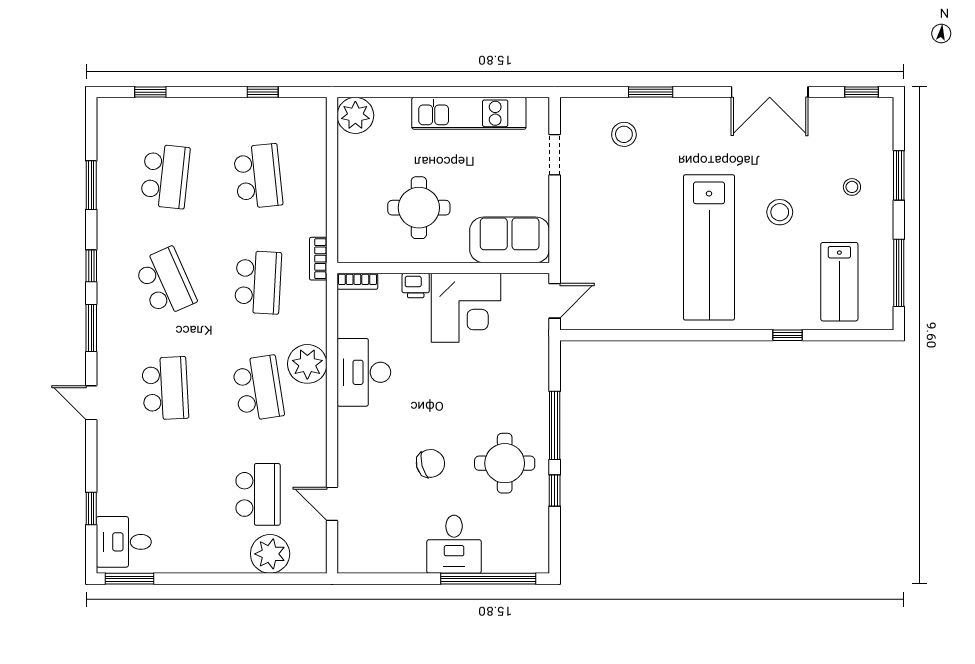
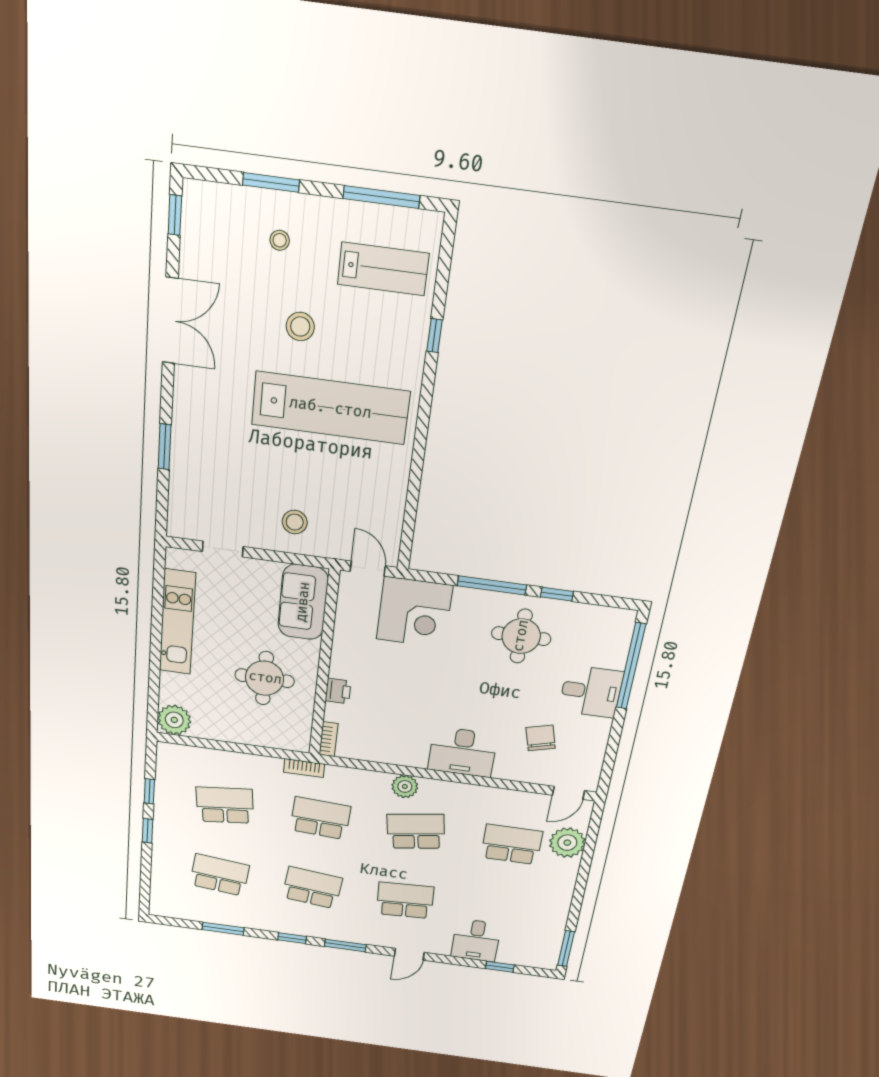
window: (150, 92) -> (148, 831), moved
stool: (624, 134) -> (295, 522), moved
school desk: (165, 282) -> (312, 888), turned 30
corner desk: (466, 308) -> (414, 612), moved, turned 90
plant: (307, 364) -> (405, 786), width x0.73, depth x0.73
desk: (364, 372) -> (462, 752), moved
chair: (430, 463) -> (541, 738), moved
door: (332, 504) -> (568, 793), moved
desk: (124, 542) -> (476, 940), moved

